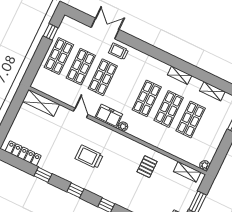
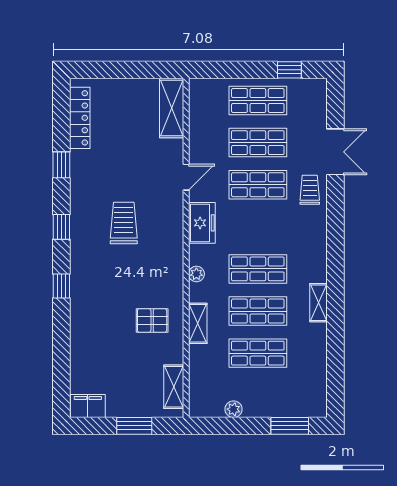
shelving: (212, 91) -> (198, 323), moved
plant: (123, 126) -> (196, 274), moved
plant: (205, 165) -> (234, 409), moved

